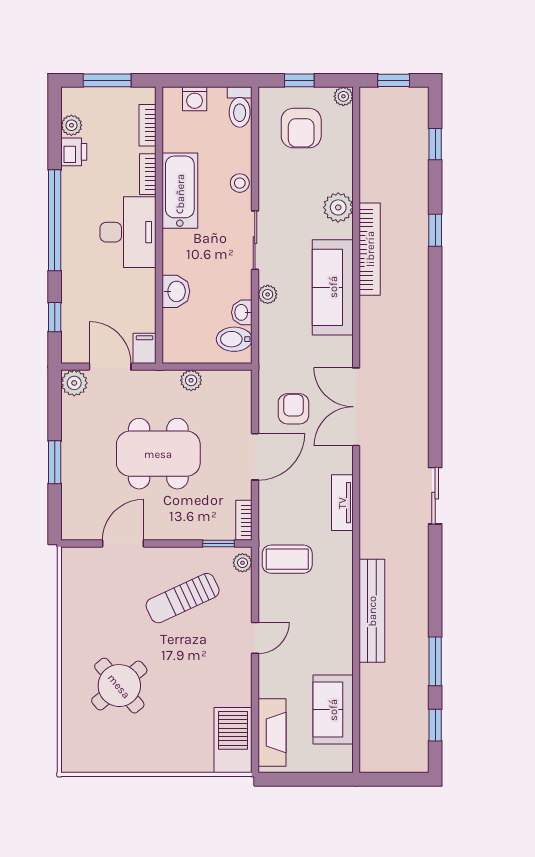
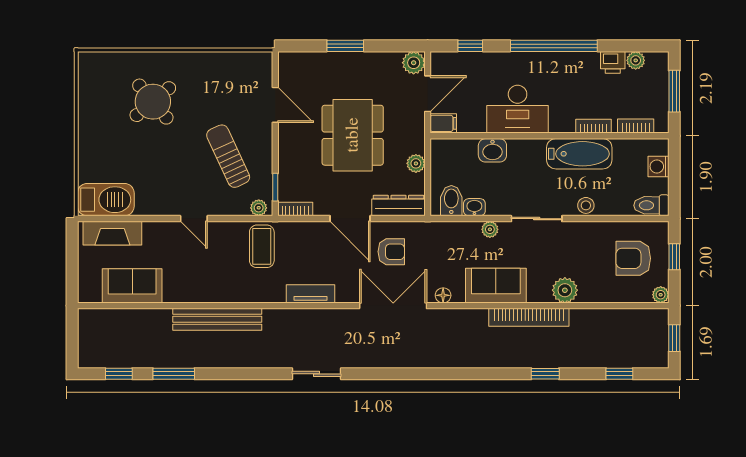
desk: (128, 232) -> (518, 109), moved
sofa: (333, 287) -> (496, 286), width x0.73
floor lamp: (344, 349) -> (443, 295), added
dresser: (240, 400) -> (398, 206), added

